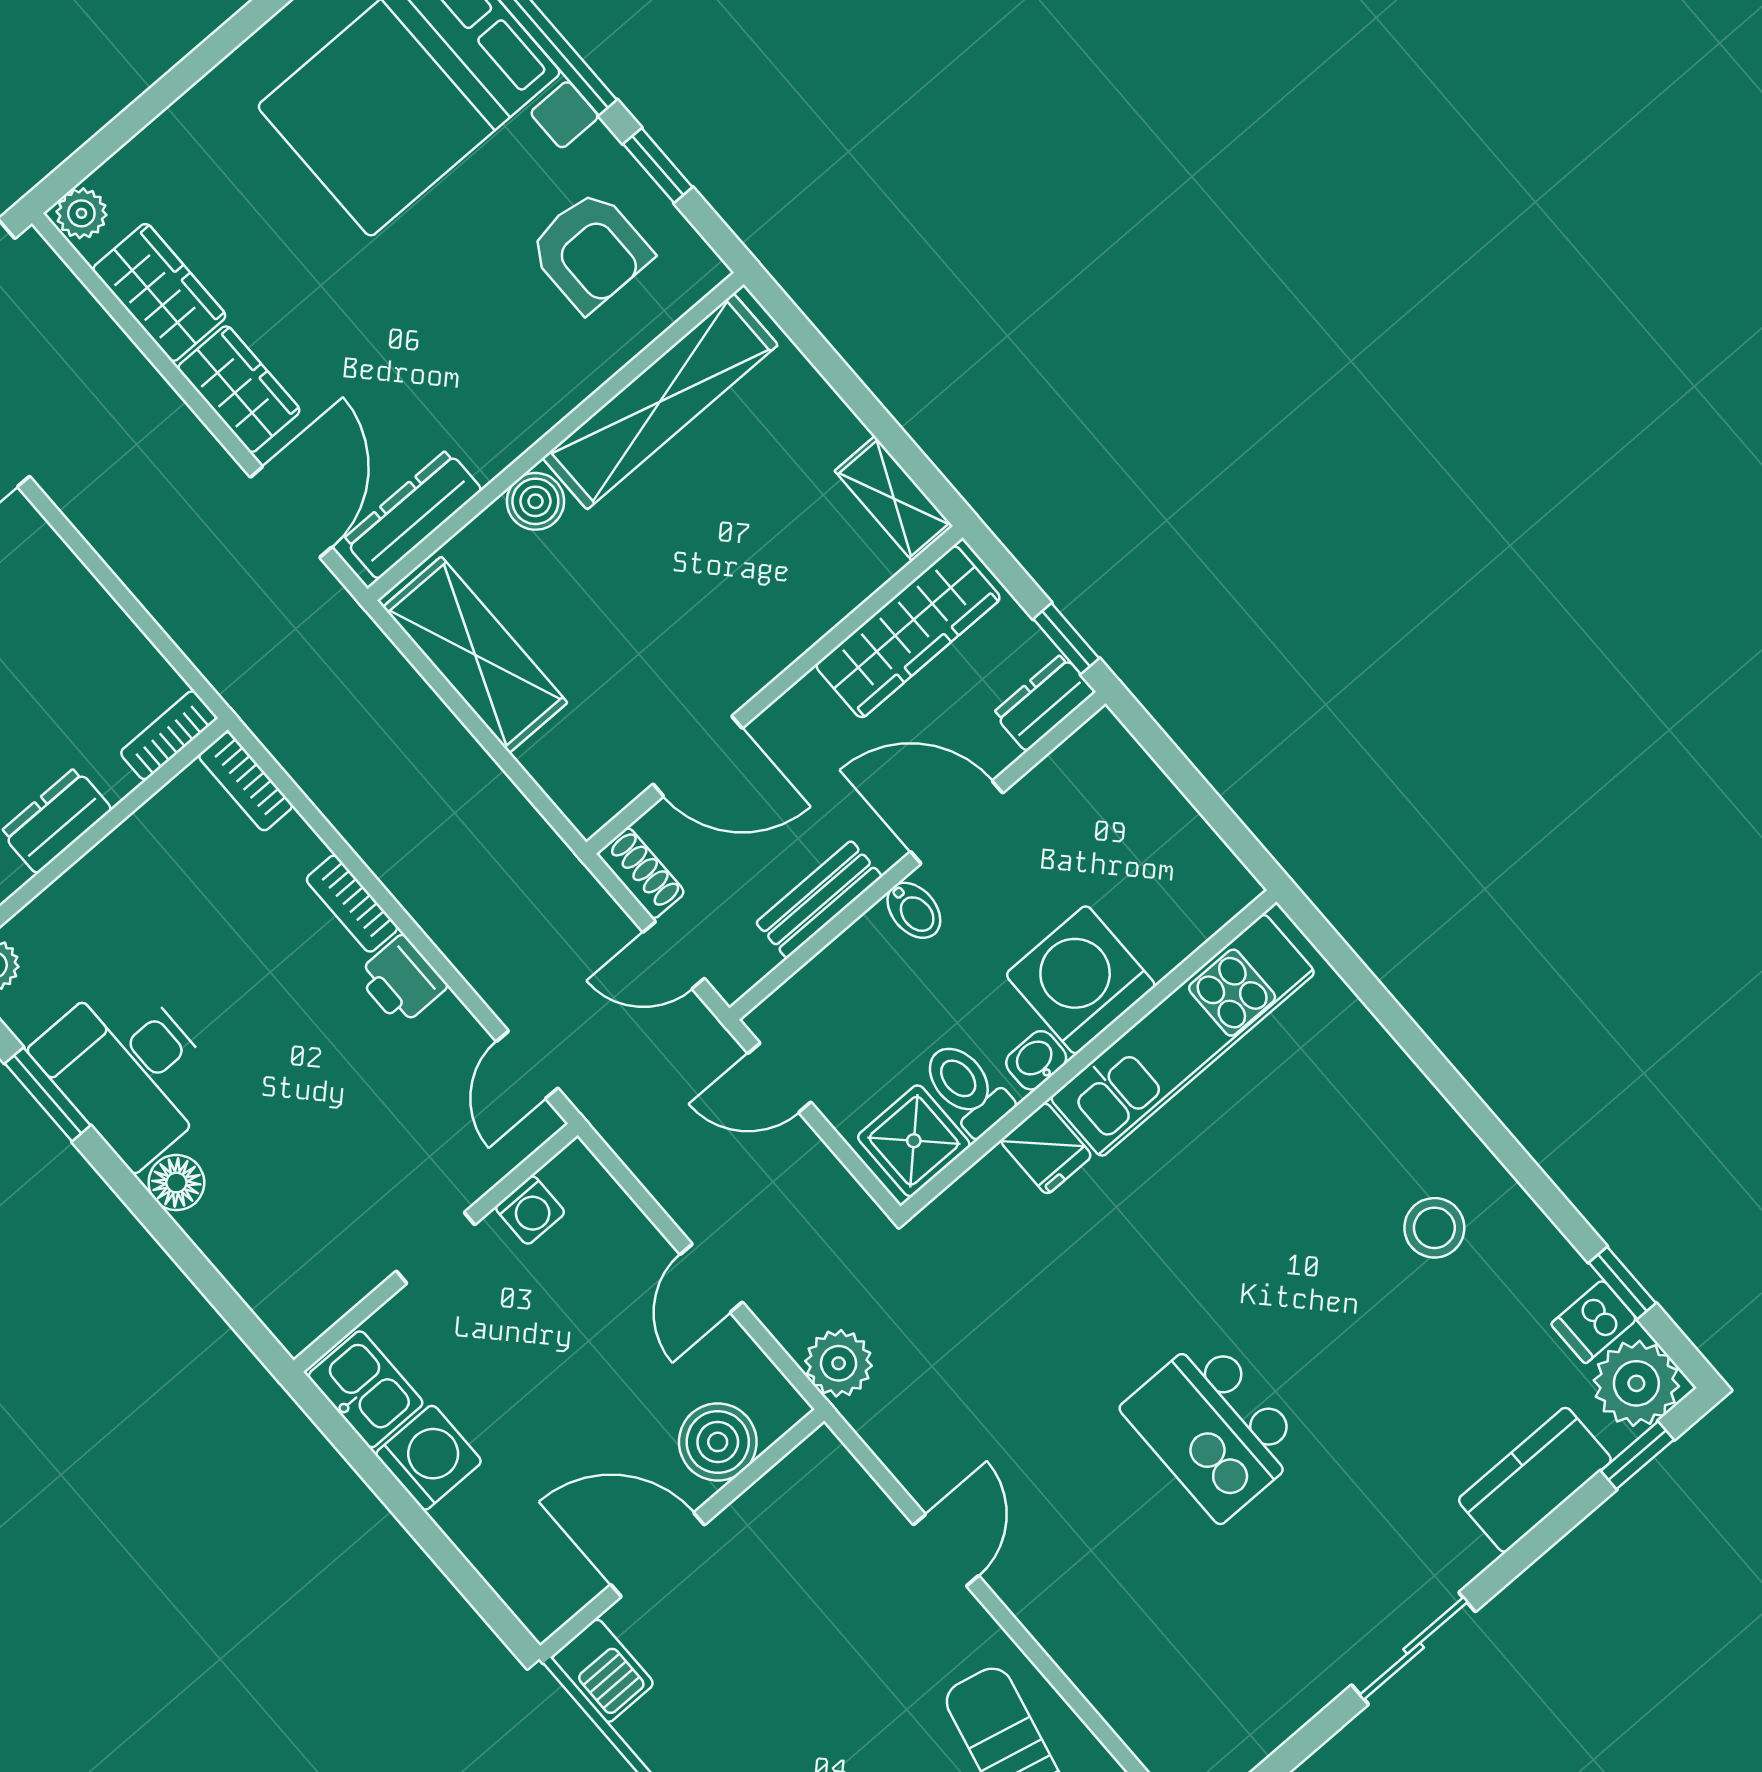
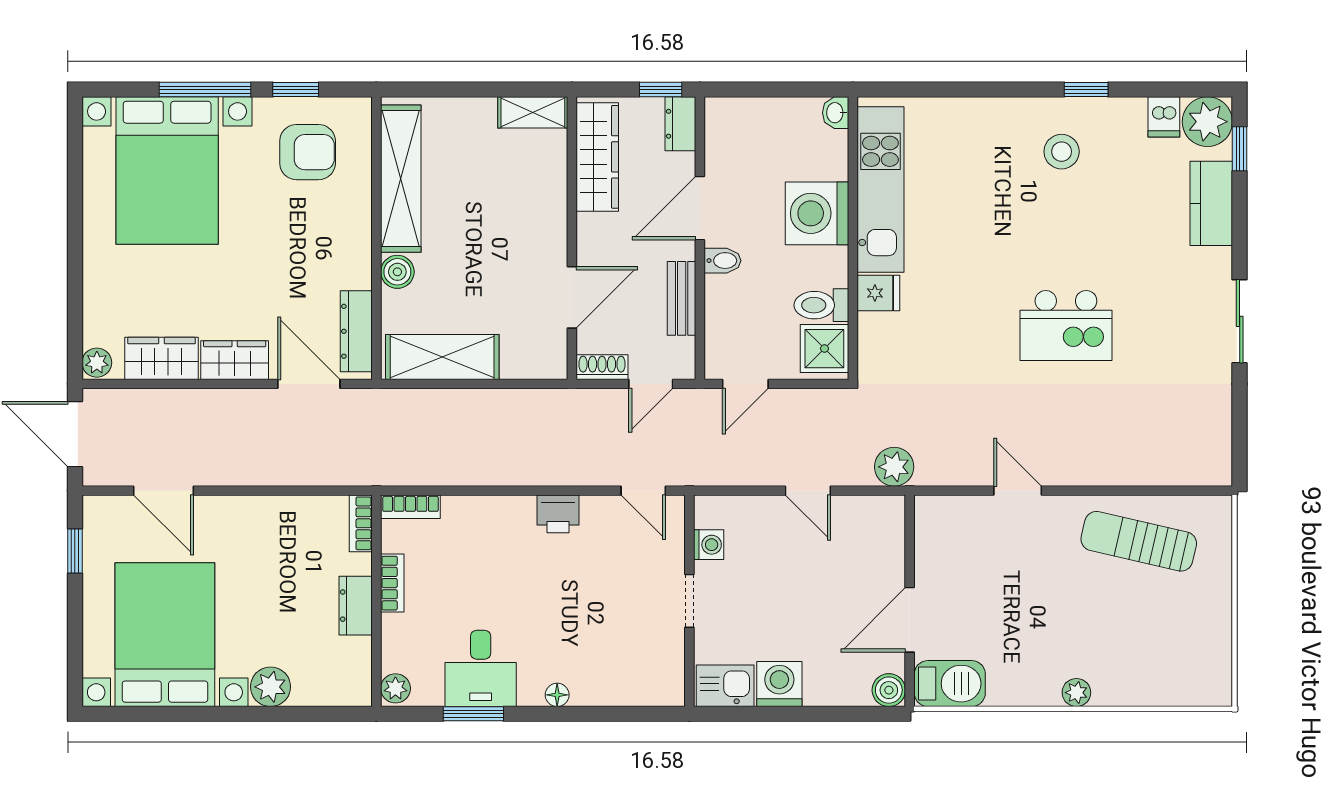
bookcase: (352, 904) -> (392, 583), moved, turned -90
washbasin: (1036, 1060) -> (836, 113), moved
desk: (129, 1070) -> (481, 668), width x0.73
floor lamp: (176, 1183) -> (557, 695), width x0.73, depth x0.73
window: (1622, 1283) -> (1086, 90), moved
boiler: (718, 1442) -> (889, 690), moved, width x0.73, depth x0.73
barbecue: (603, 1671) -> (950, 684), width x1.38, depth x1.27

